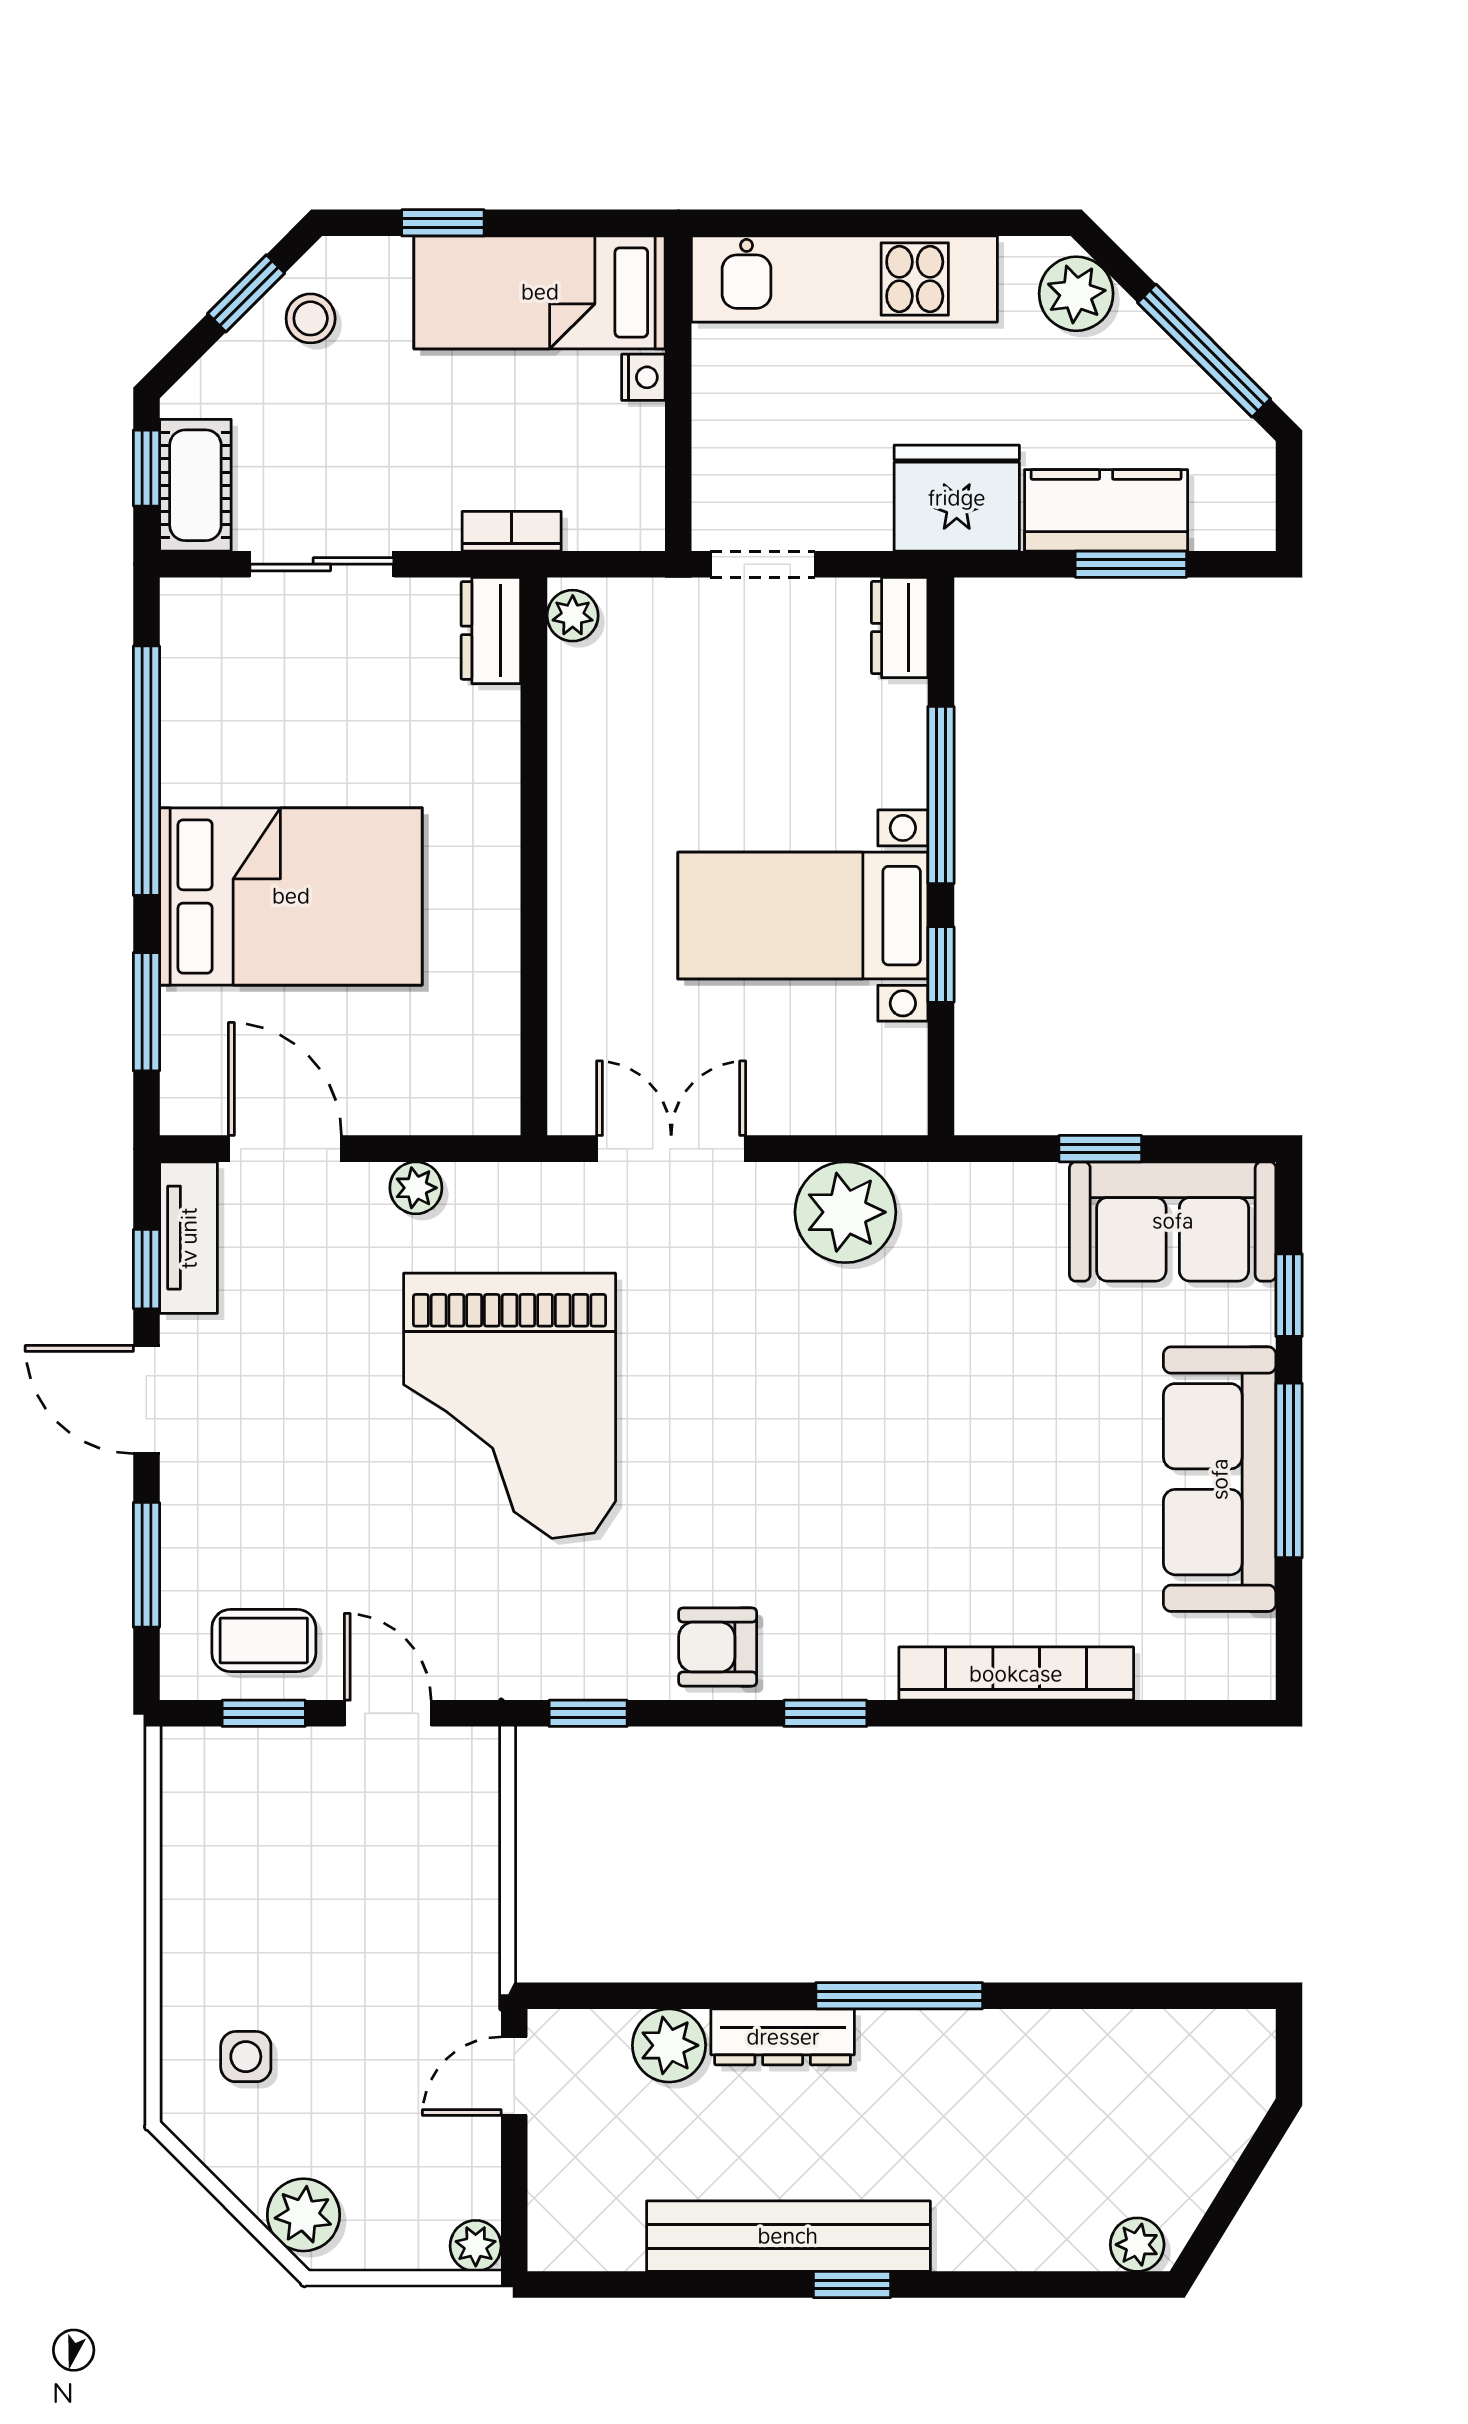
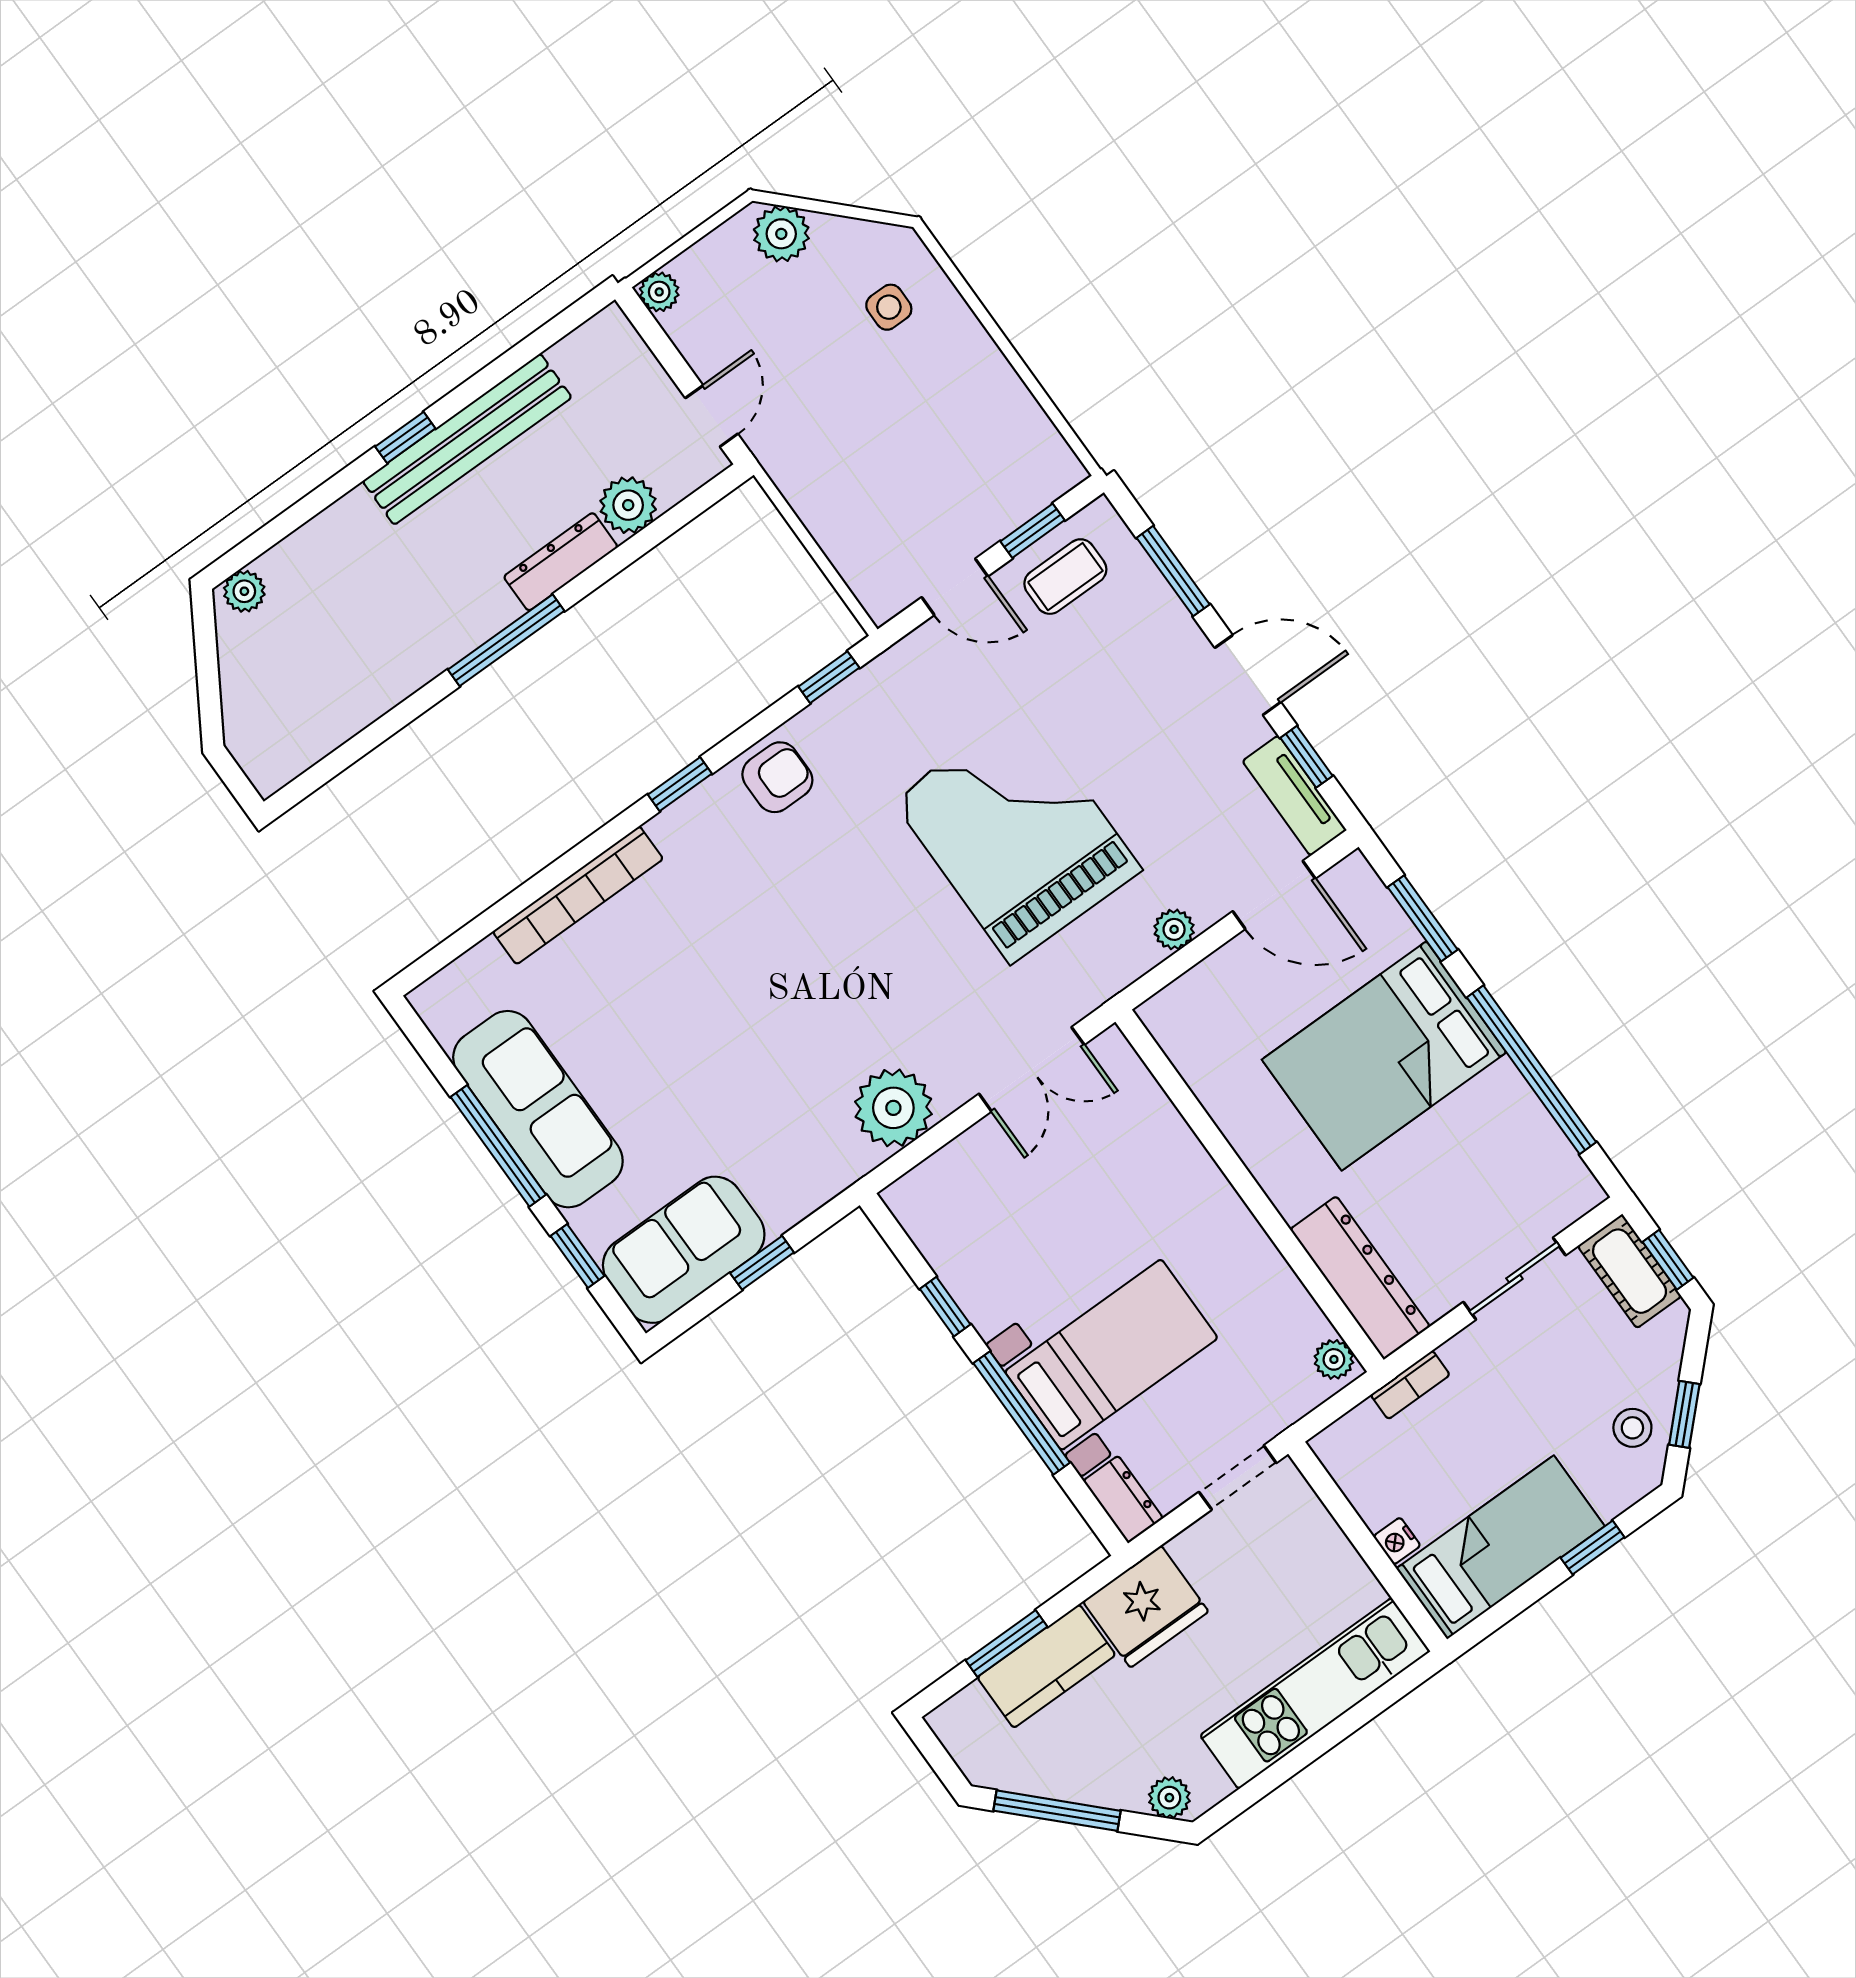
plant: (1076, 294) -> (1169, 1798), width x0.73, depth x0.73
dresser: (491, 630) -> (1360, 1278), width x1.96, depth x1.24
bed with nightstands: (803, 916) -> (1111, 1355), moved

